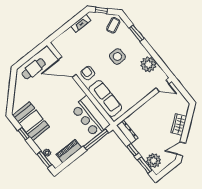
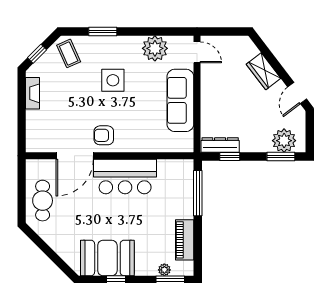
door: (163, 86) -> (197, 52), hinge flipped
sofa: (105, 99) -> (180, 100), moved, turned -90
bar counter: (90, 116) -> (125, 176), moved
window: (133, 150) -> (230, 157), moved

